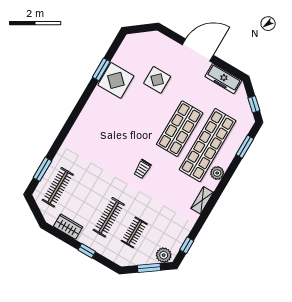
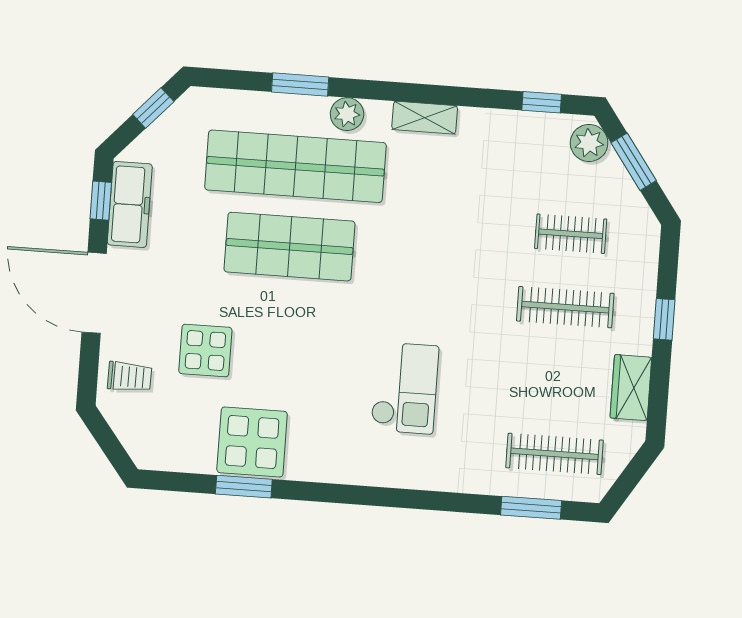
window: (230, 69) -> (101, 201), added
checkout: (108, 145) -> (405, 388), added
window: (245, 147) -> (300, 85), moved
trolley: (142, 169) -> (130, 377), moved

